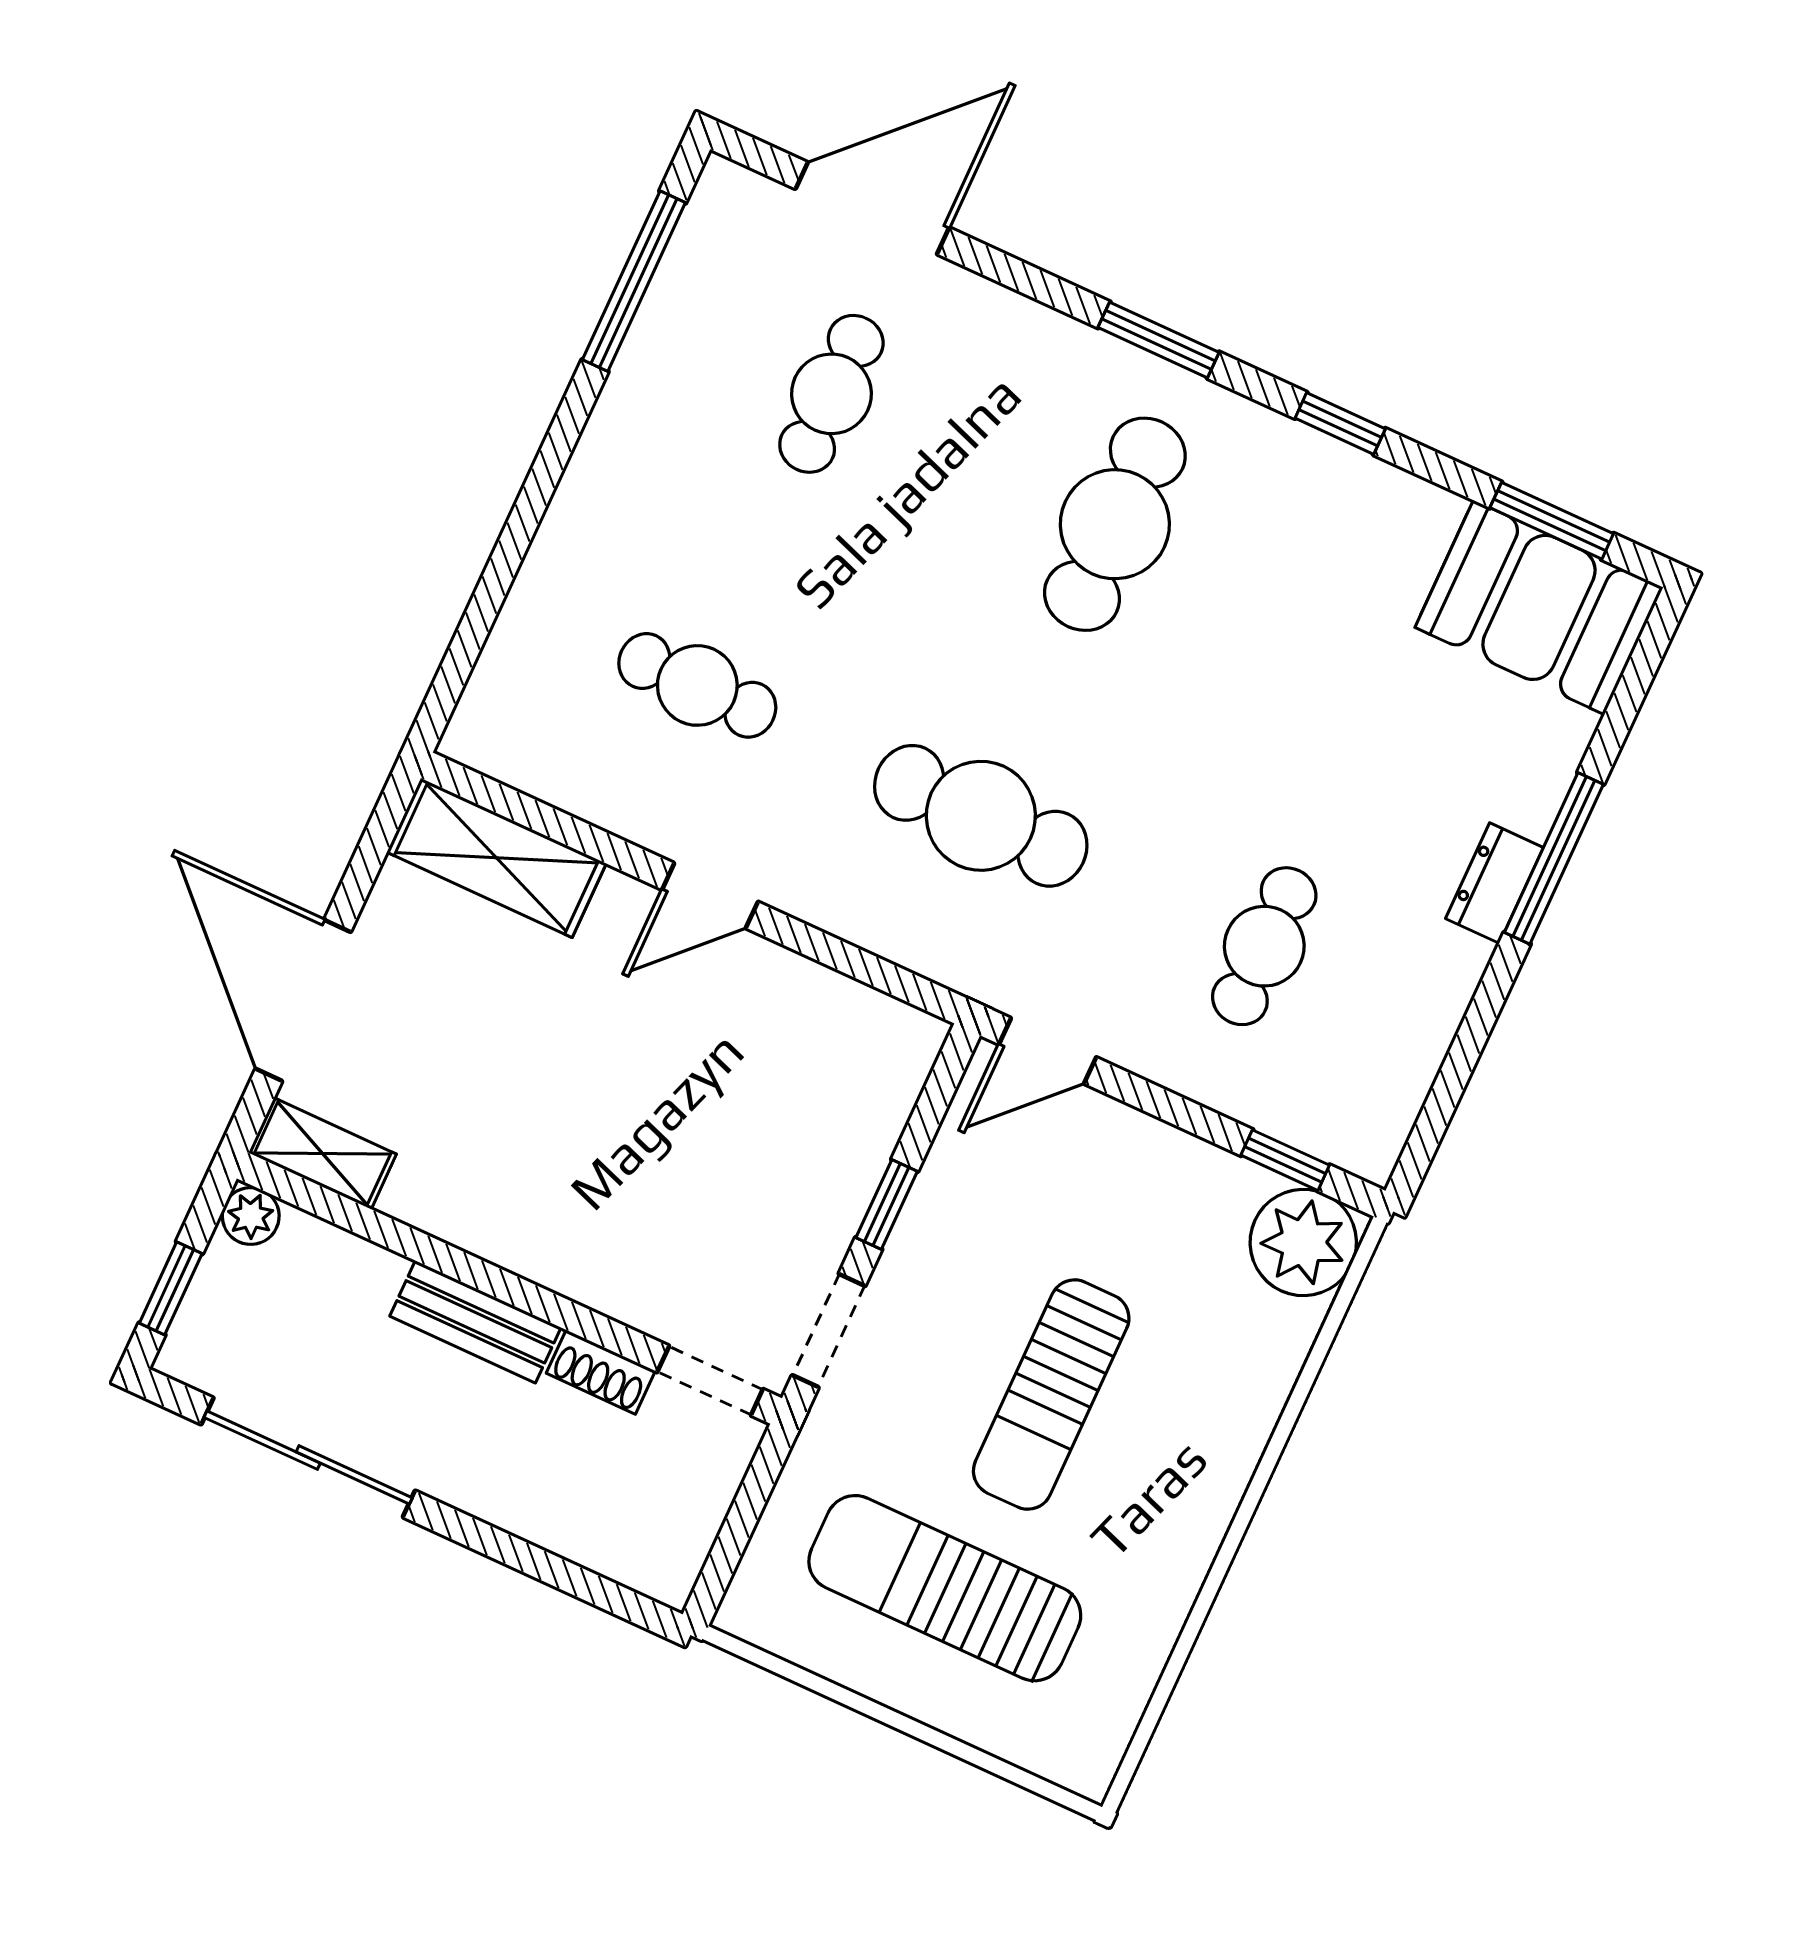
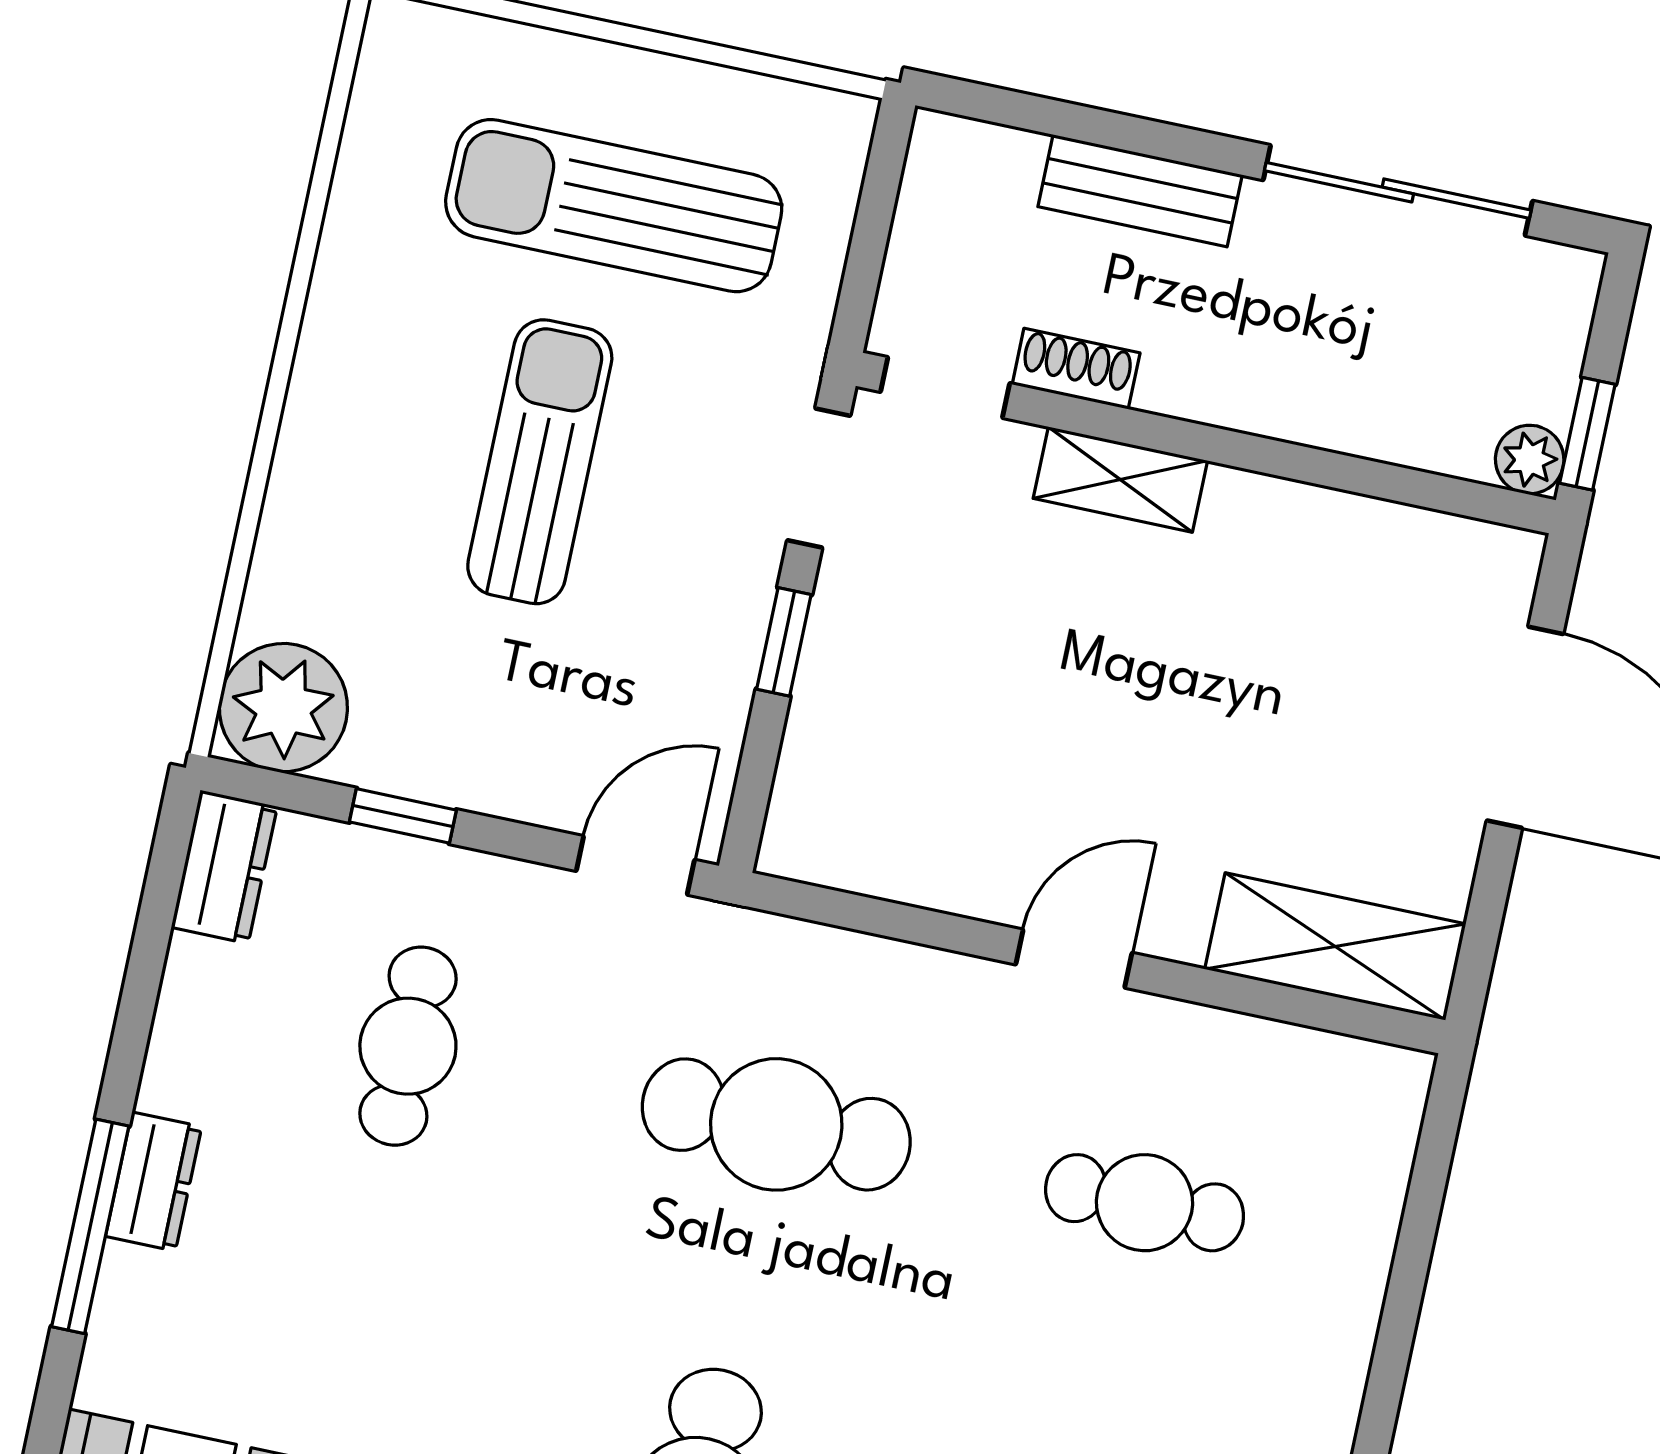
dresser: (1380, 1125) -> (224, 867), added
shelving: (322, 1154) -> (1120, 480), moved
window: (1285, 1160) -> (403, 816), moved
window: (171, 1288) -> (1587, 434), moved
bench: (475, 1322) -> (1140, 191), moved
sun lounger: (945, 1588) -> (614, 206), turned 180

